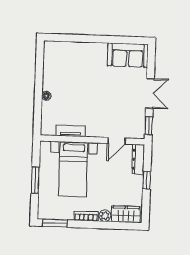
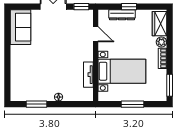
window: (39, 70) -> (36, 104), added
dresser: (138, 159) -> (122, 15), moved

